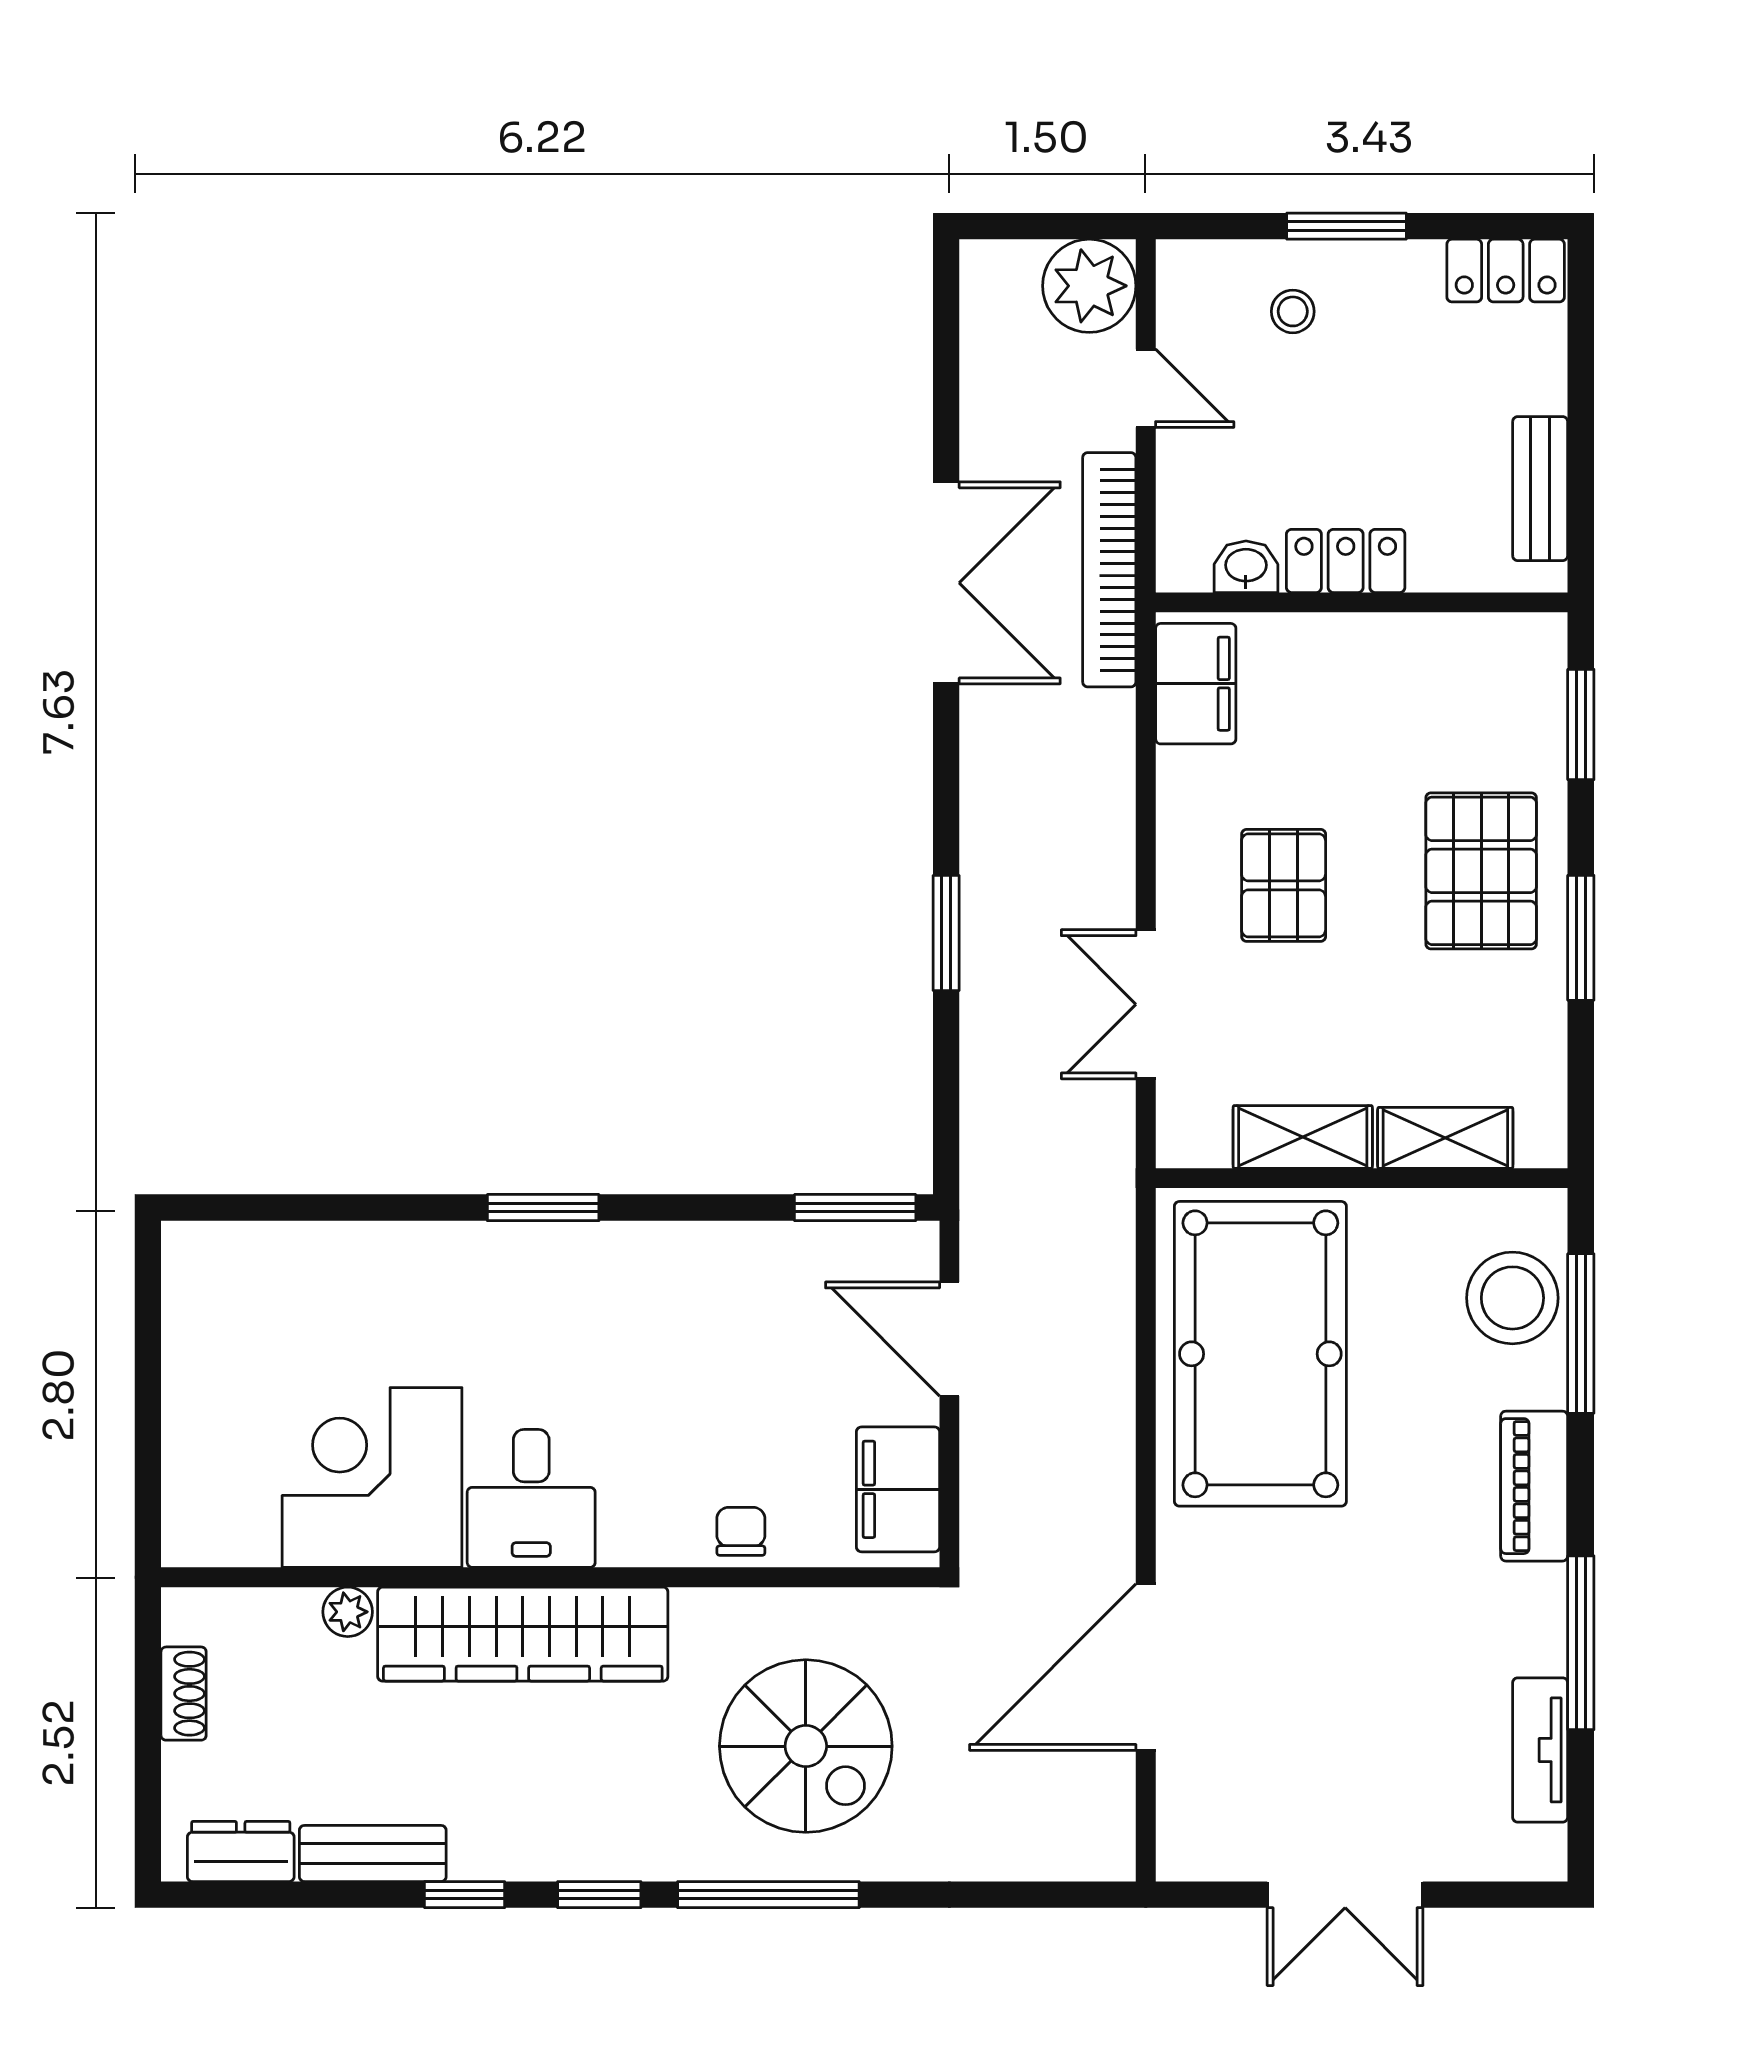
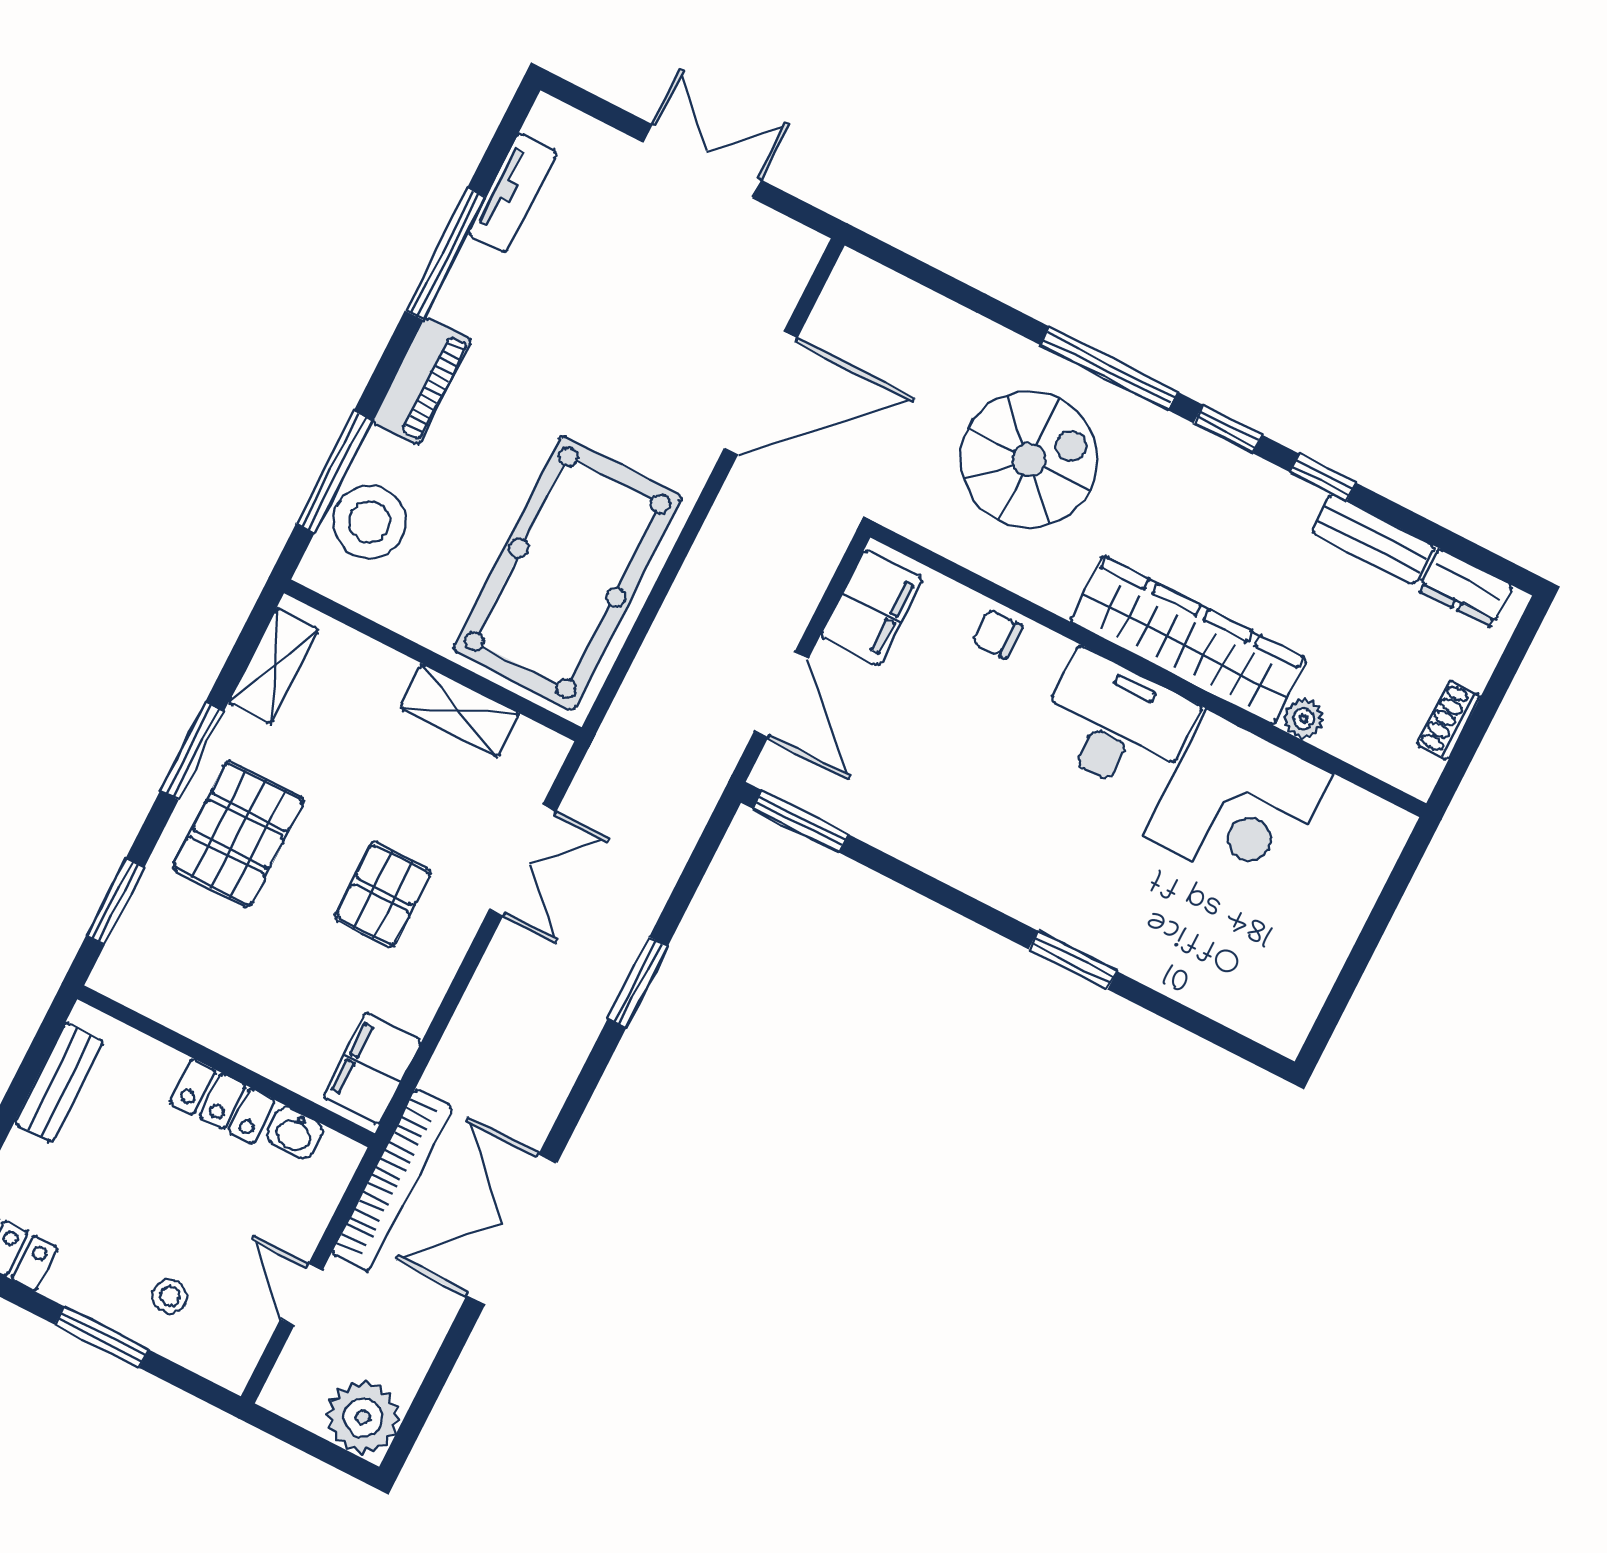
plant: (1089, 286) -> (363, 1417), moved
shelving: (1445, 1138) -> (274, 666), moved, turned 90
window: (543, 1208) -> (1073, 960), moved
desk: (531, 1498) -> (1117, 724), width x1.37
chair: (741, 1531) -> (997, 634), turned 90
spiral stairs: (806, 1746) -> (1029, 460), turned 90

